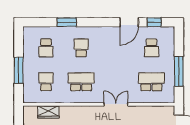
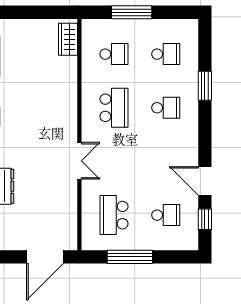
school desk: (46, 48) -> (166, 54), turned 180
school desk: (151, 48) -> (166, 215), turned 180
school desk: (151, 82) -> (114, 215), turned 180
wardrobe: (48, 112) -> (68, 39), moved

